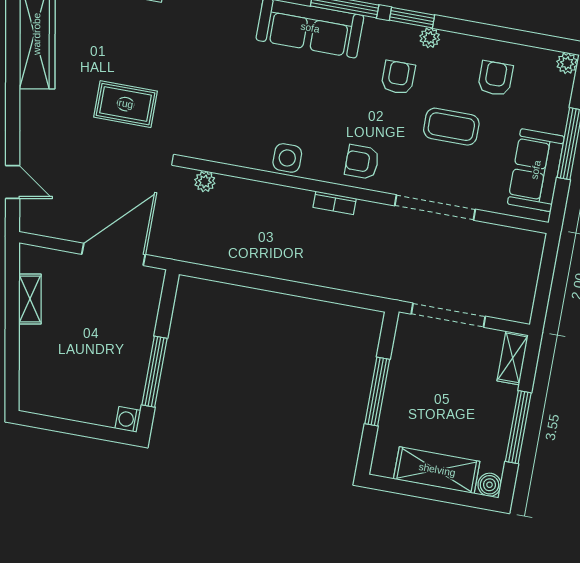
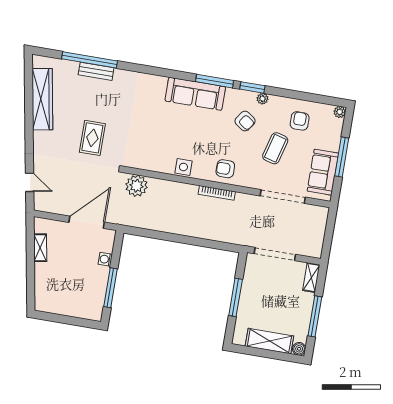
armchair: (398, 77) -> (245, 121), turned 125
rug: (126, 104) -> (92, 138), turned 90
coffee table: (451, 127) -> (275, 148), turned -75
plant: (205, 182) -> (137, 186), width x1.88, depth x1.88
bookcase: (335, 203) -> (217, 193), width x1.56
doorway: (435, 207) -> (283, 196), moved
washing machine: (128, 419) -> (105, 259), moved

